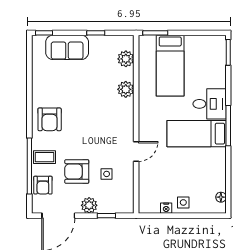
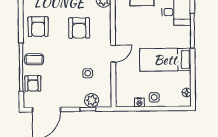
bed: (197, 134) -> (165, 60), moved
armchair: (77, 172) -> (79, 28), moved, turned -90
plant: (89, 205) -> (92, 100), moved

